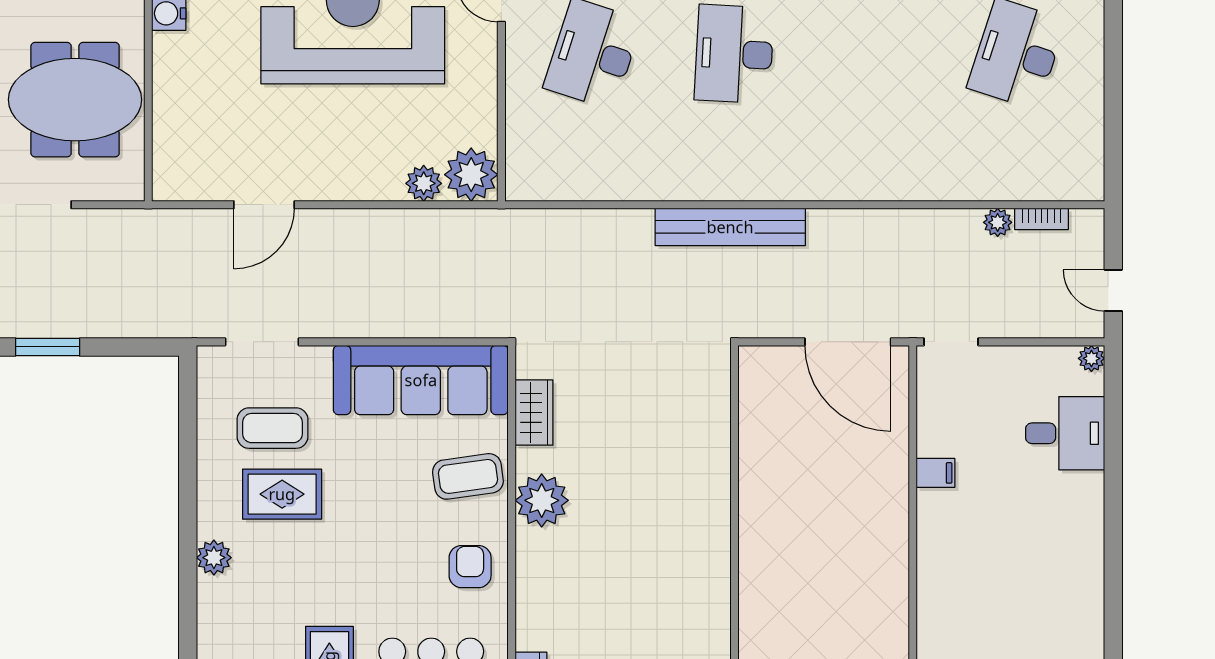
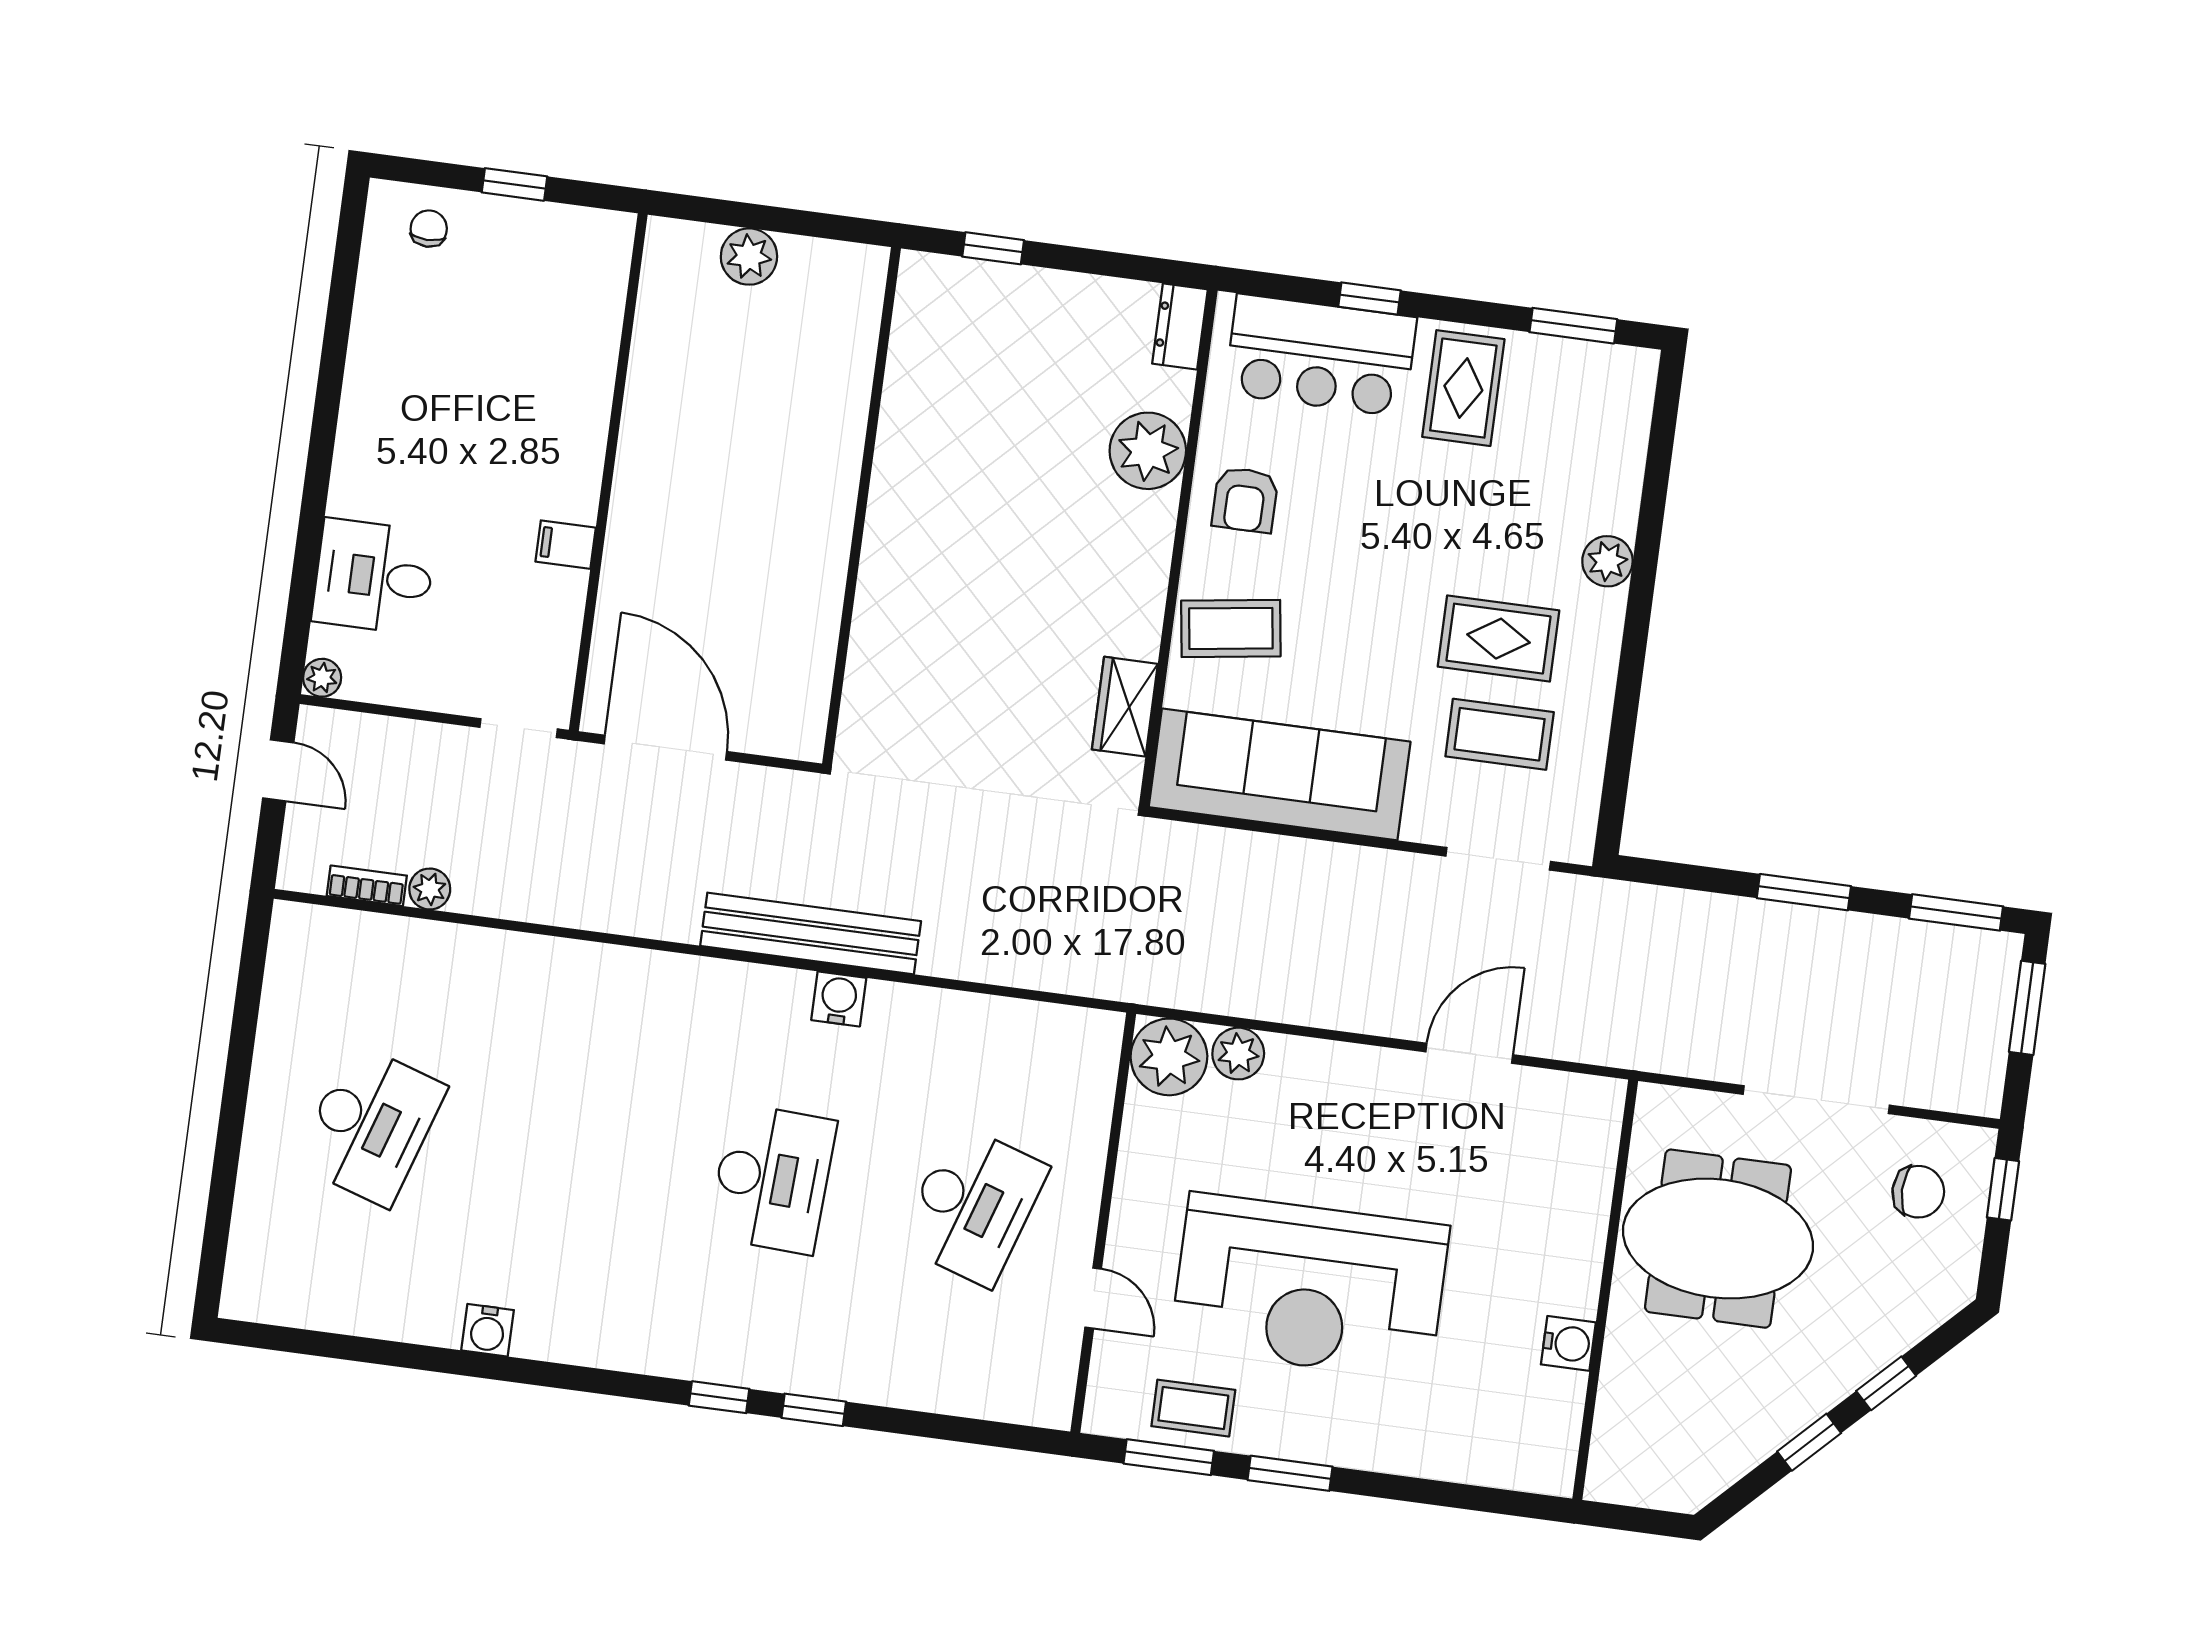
water cooler: (705, 184) -> (839, 999), added
plant: (542, 500) -> (1148, 451), moved

